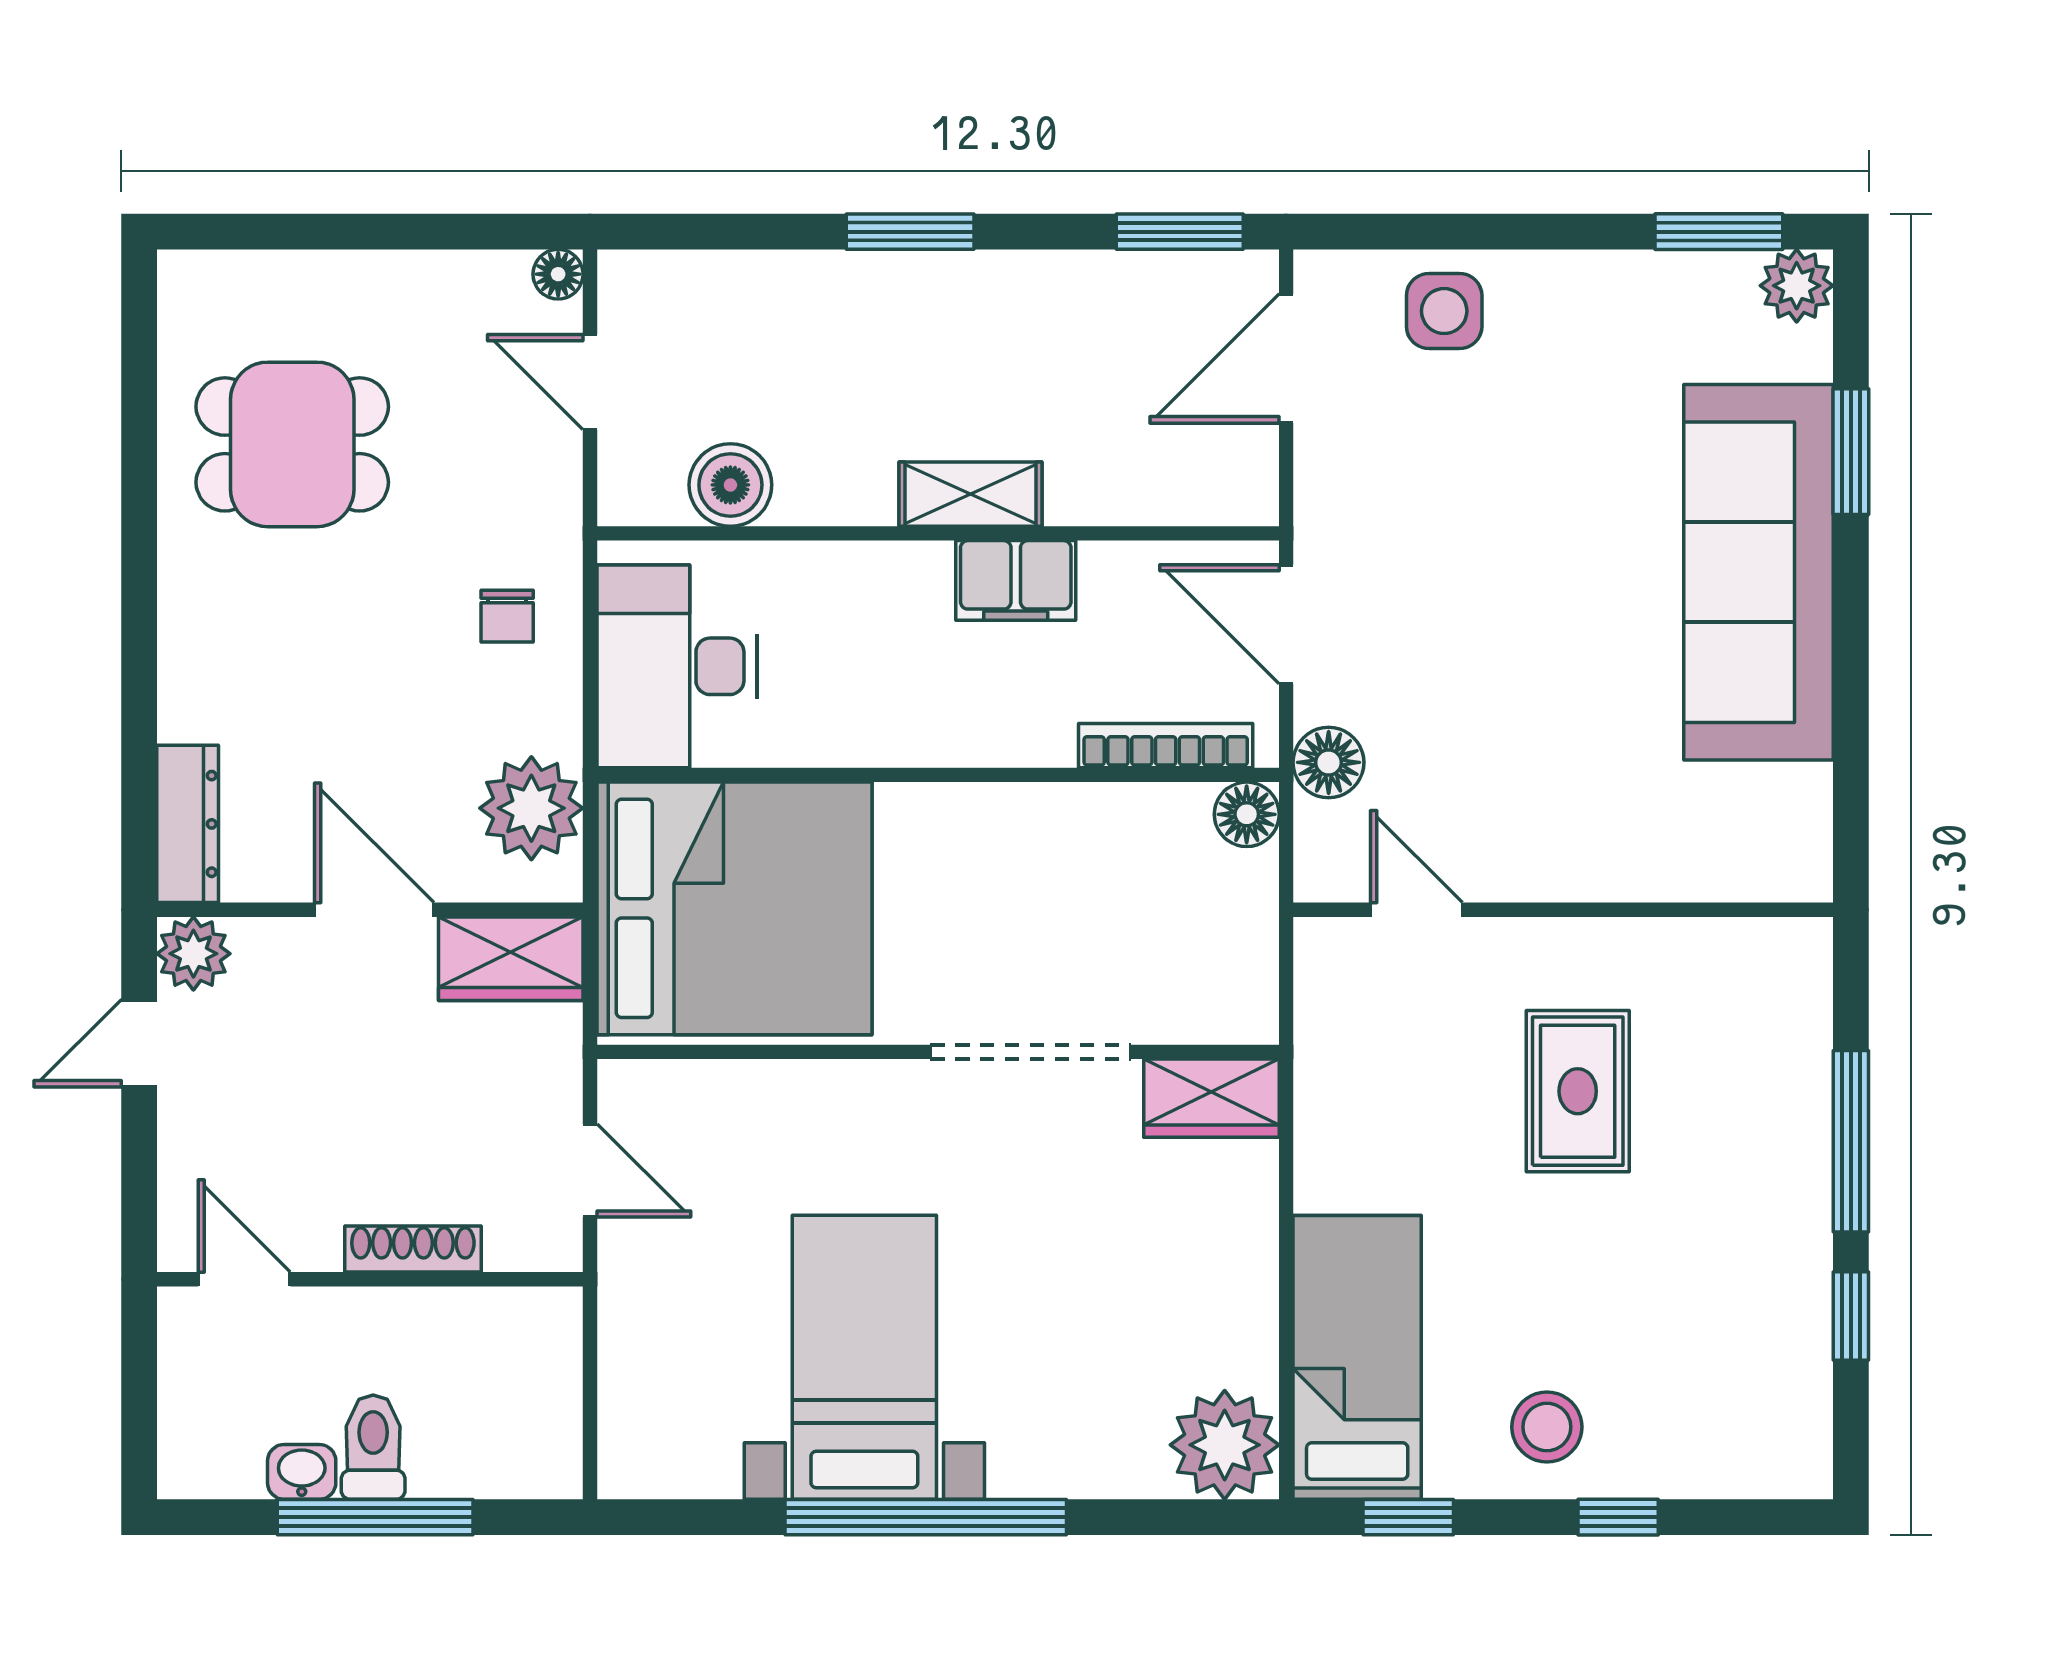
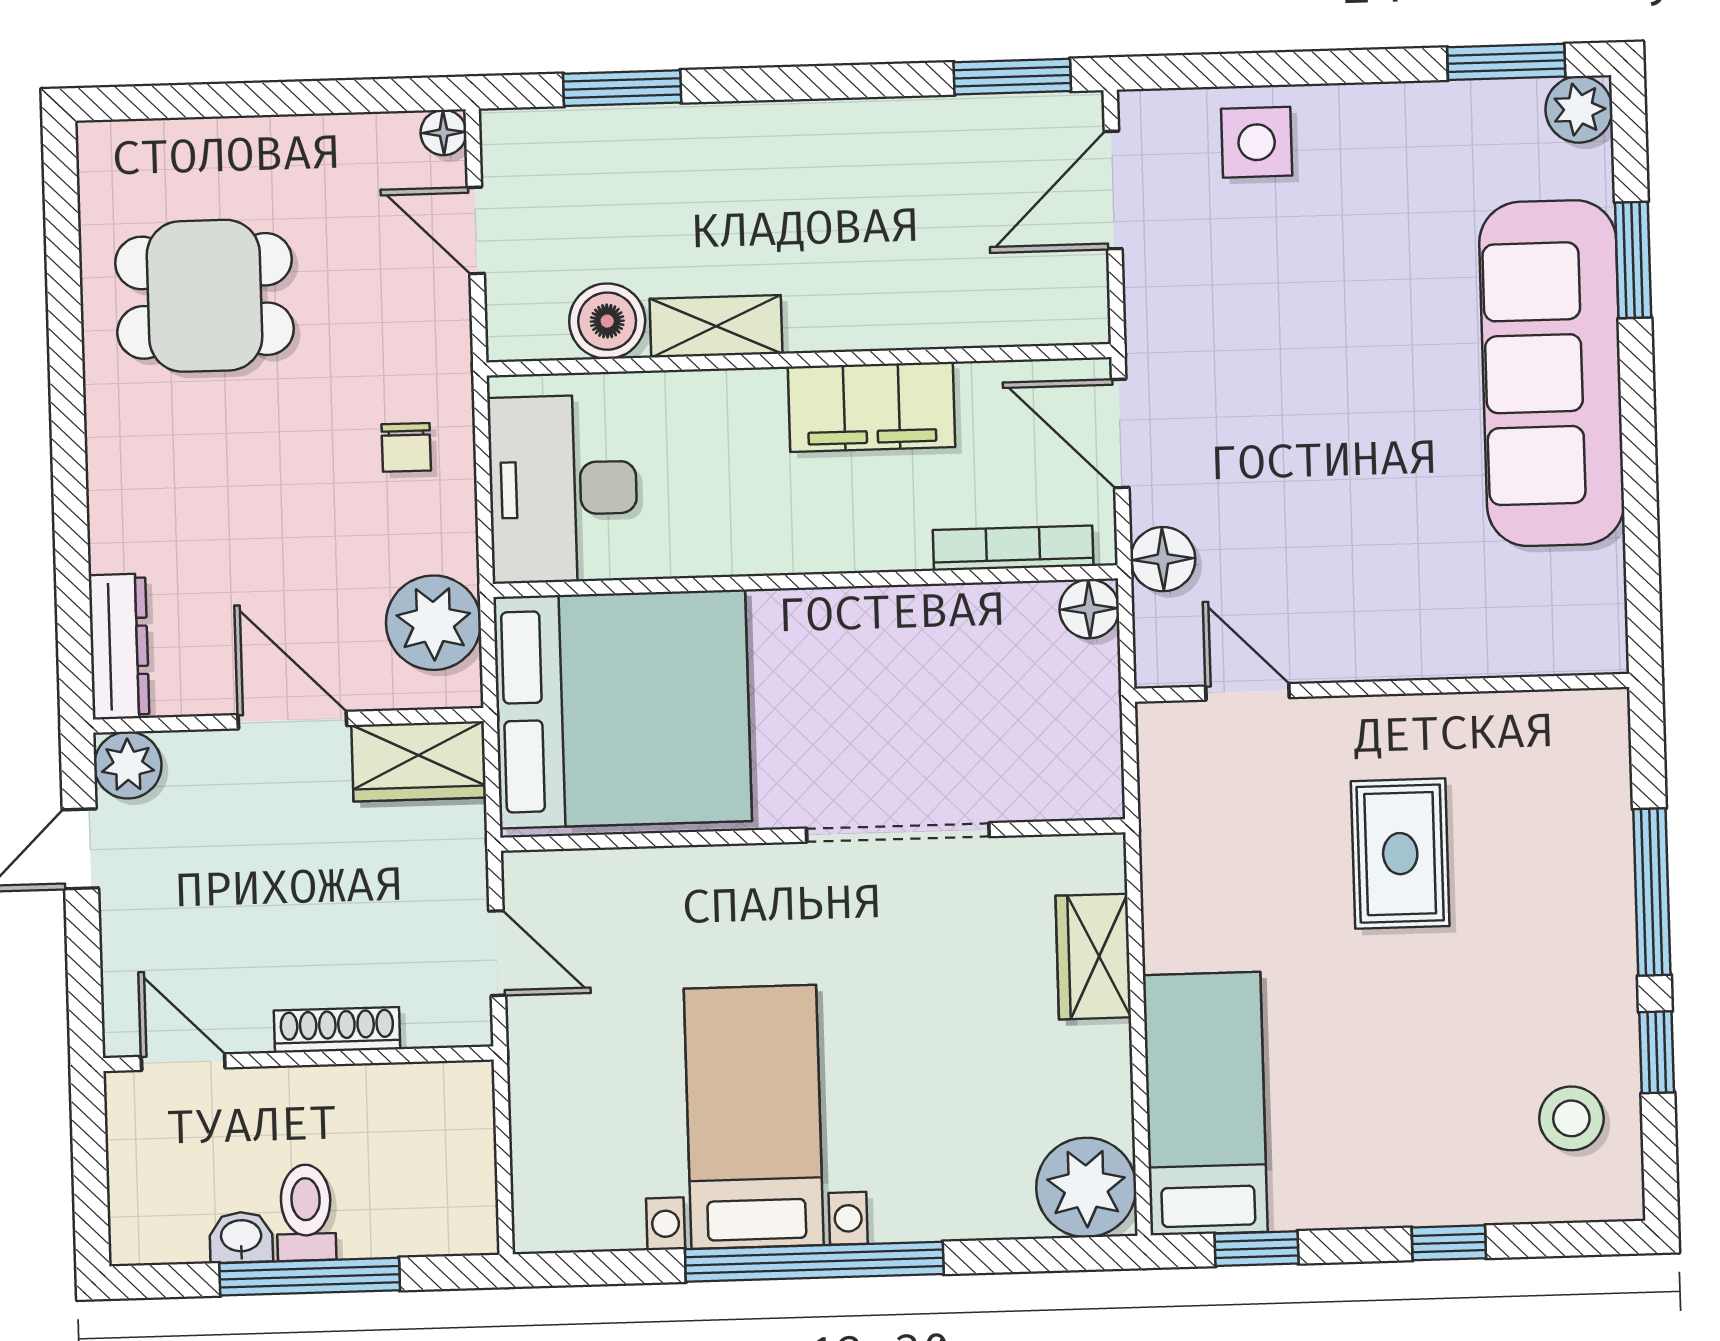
window: (910, 232) -> (622, 88), moved
shelving: (970, 494) -> (716, 326), moved
filing cabinet: (1016, 580) -> (871, 407), width x1.50, depth x1.17
wardrobe: (1211, 1098) -> (1093, 957), moved, turned 90
stool: (1547, 1427) -> (1571, 1118), moved

